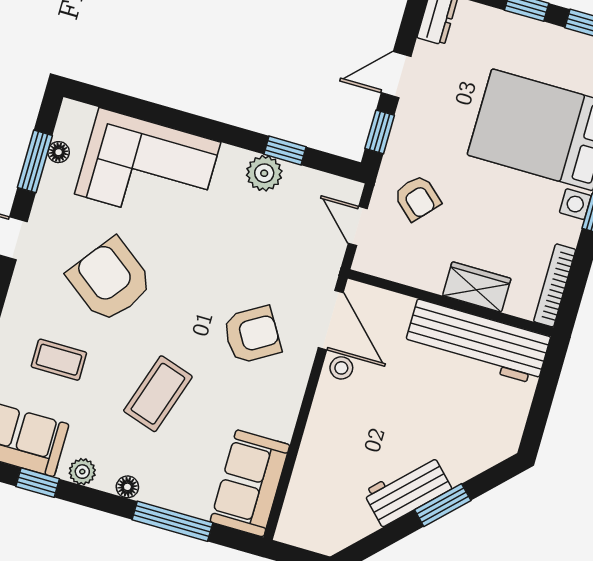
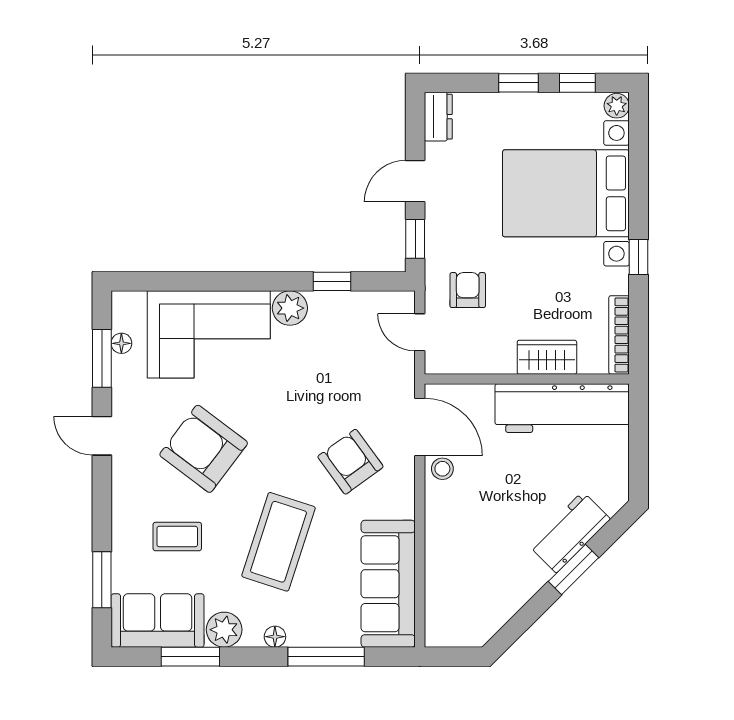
plant: (264, 173) -> (290, 308), moved
armchair: (417, 198) -> (468, 290), turned -132
armchair: (252, 335) -> (350, 462), turned -95
coffee table: (158, 394) -> (278, 542), width x1.36, depth x1.32
plant: (82, 472) -> (224, 630), width x1.38, depth x1.38
window: (38, 483) -> (190, 657), width x1.50
sofa: (250, 483) -> (388, 584), width x1.36
workbench: (407, 490) -> (569, 532), moved

